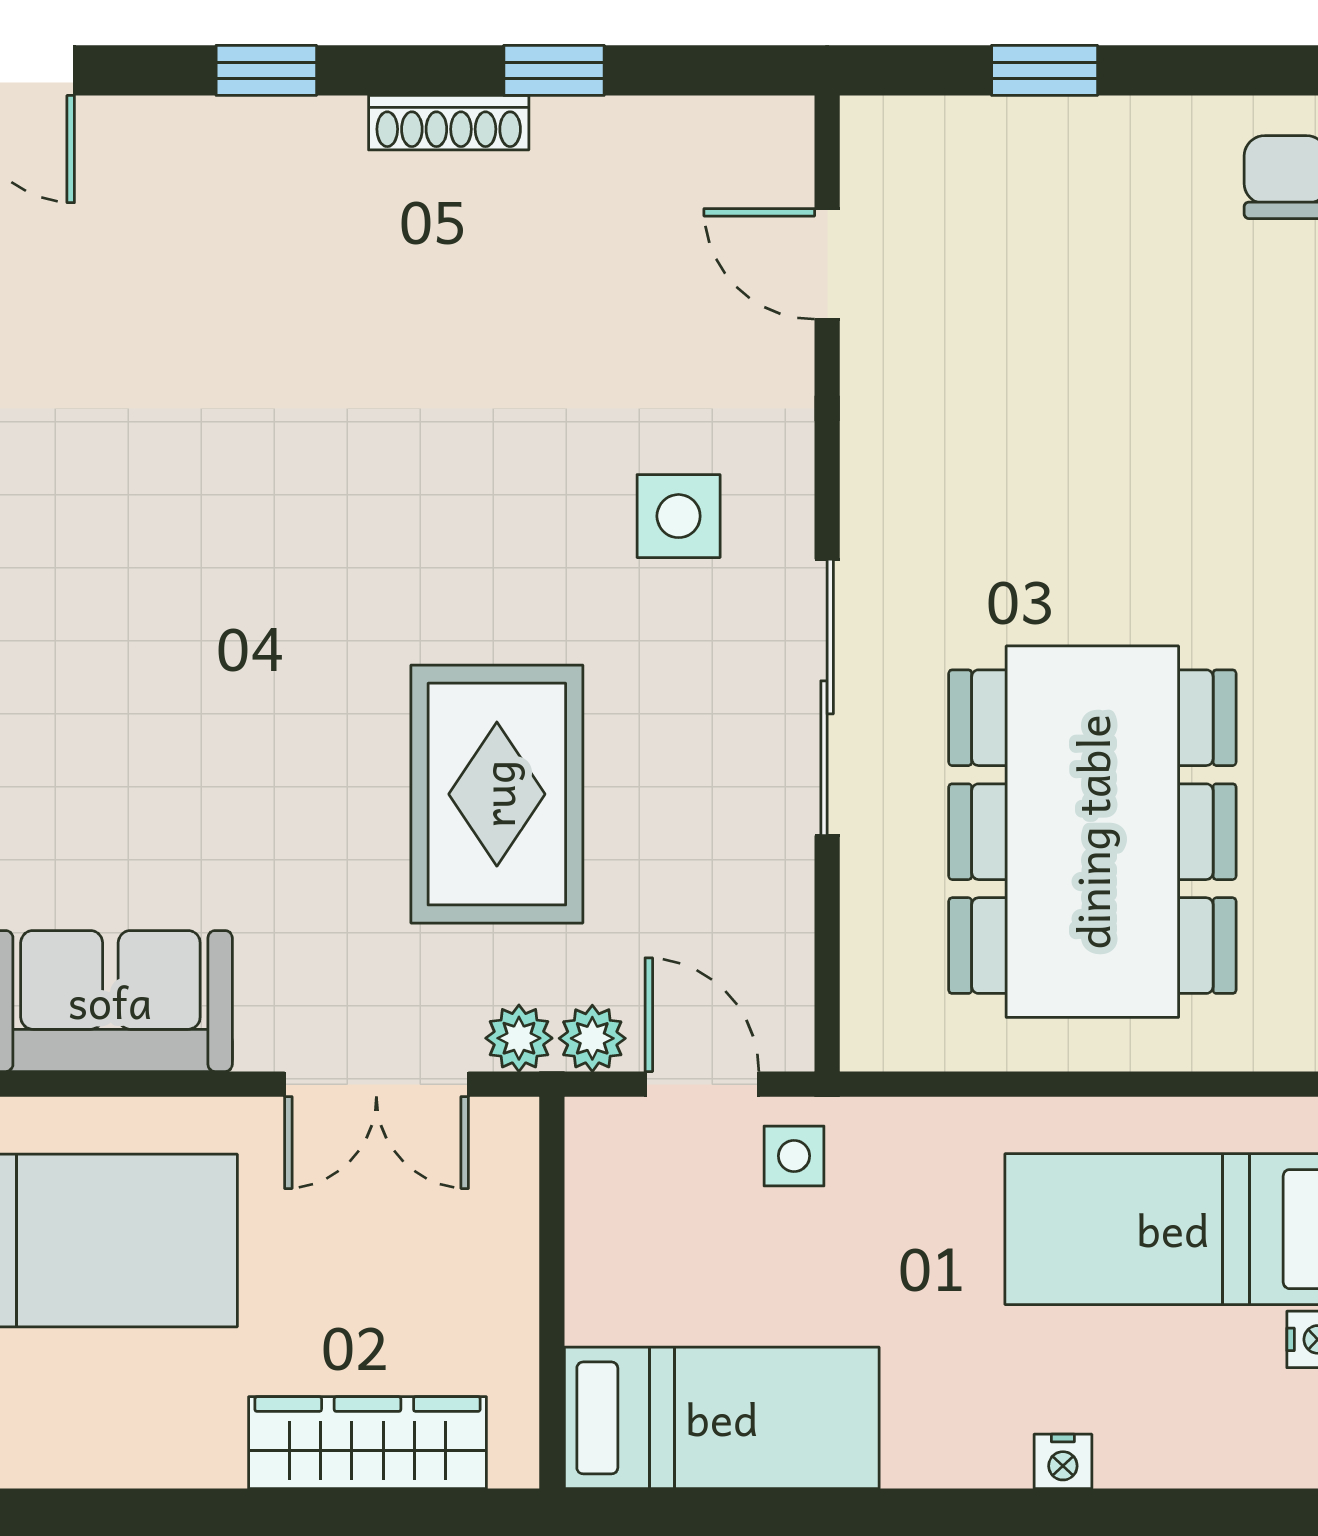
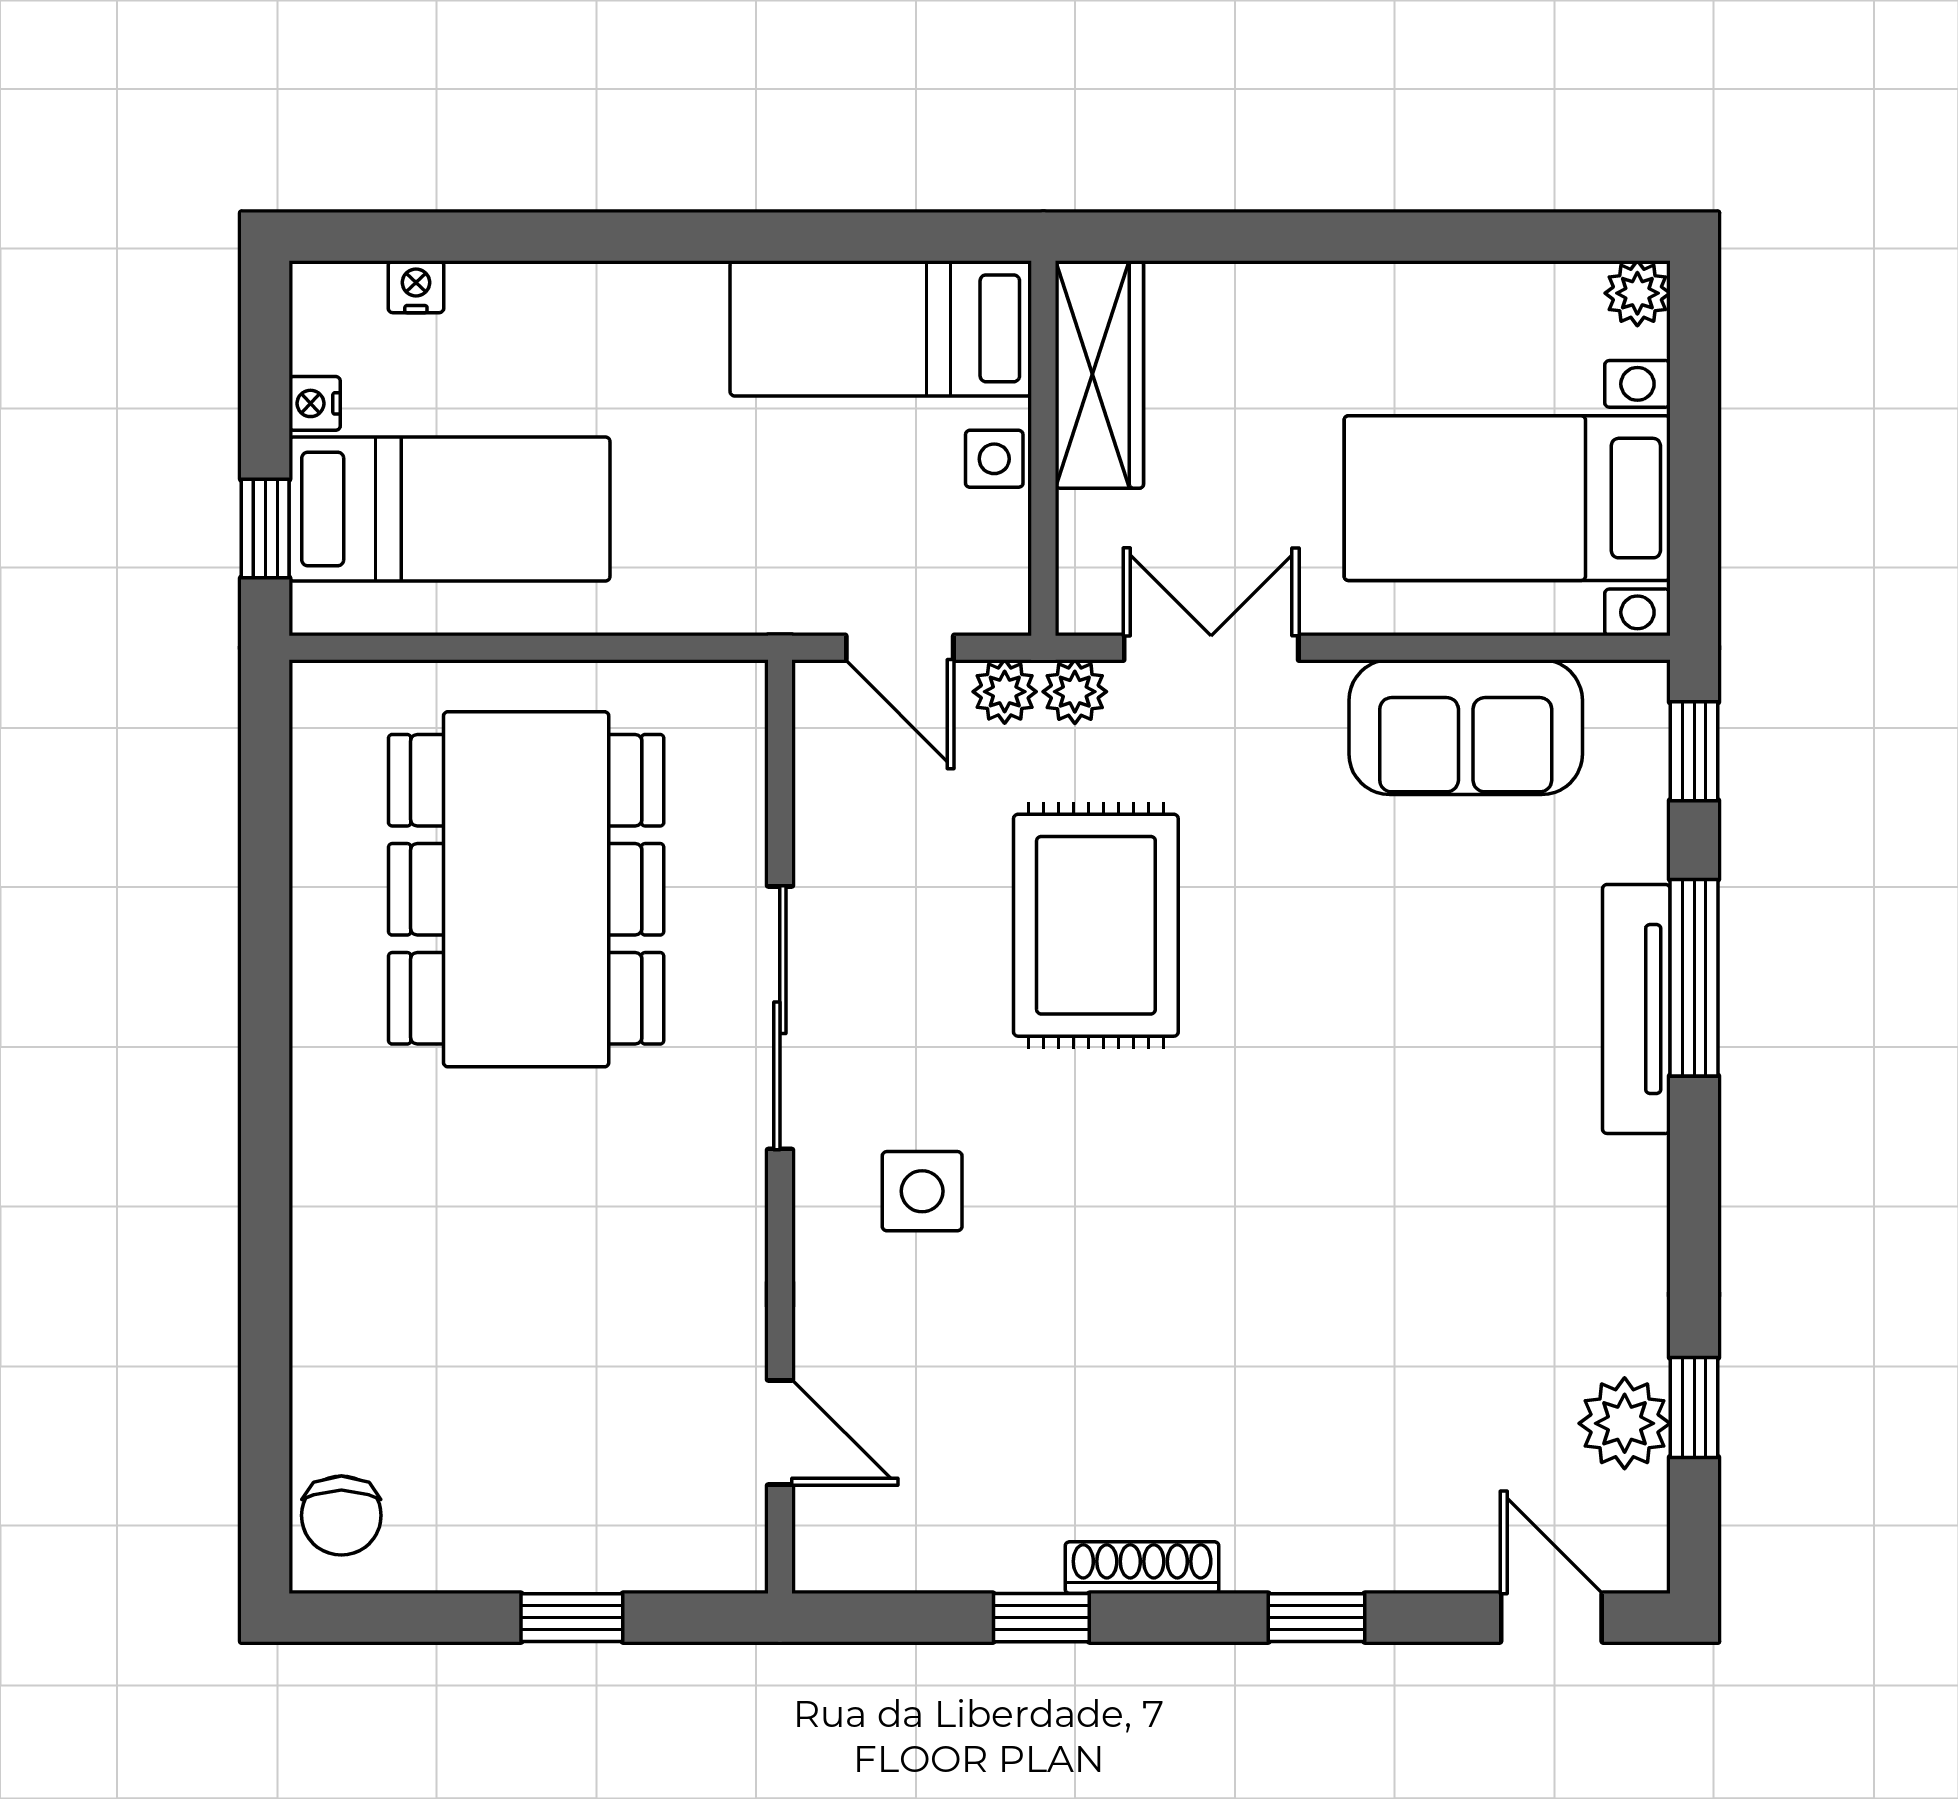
side table: (794, 1156) -> (994, 459), moved
wardrobe: (368, 1443) -> (1099, 374), moved, turned -90
nightstand: (1063, 1461) -> (416, 287), moved

